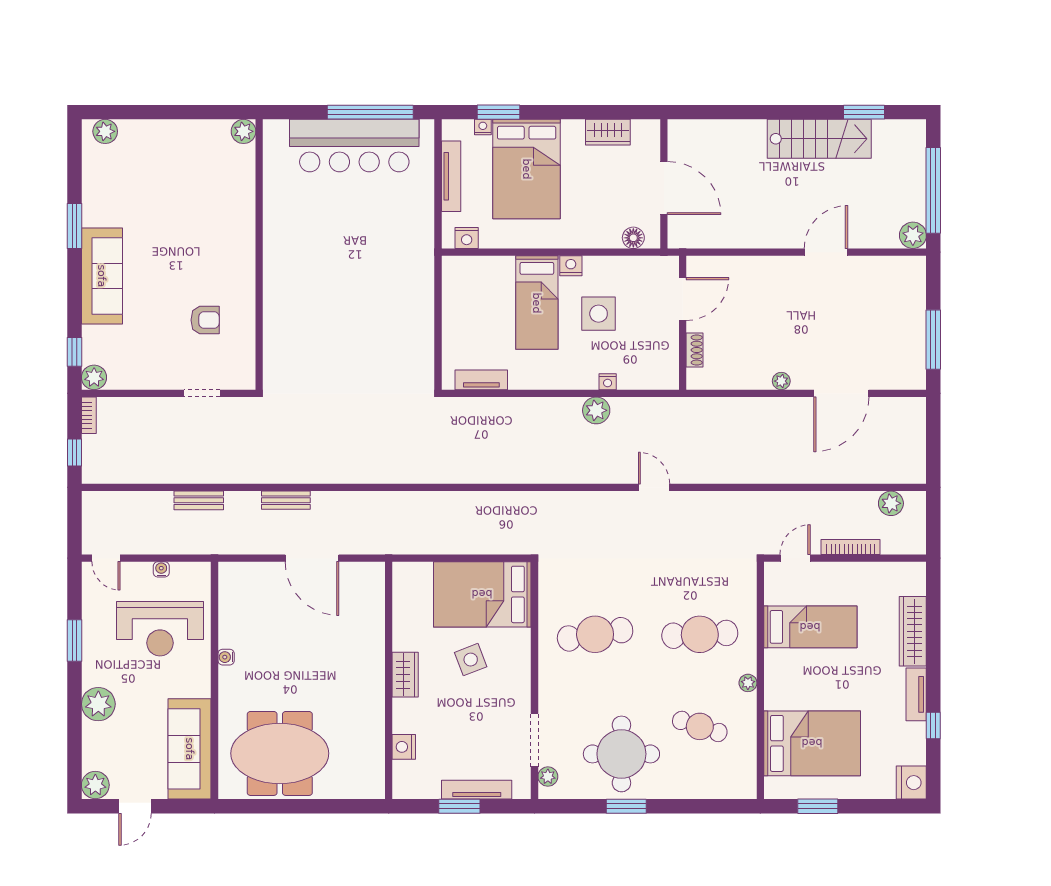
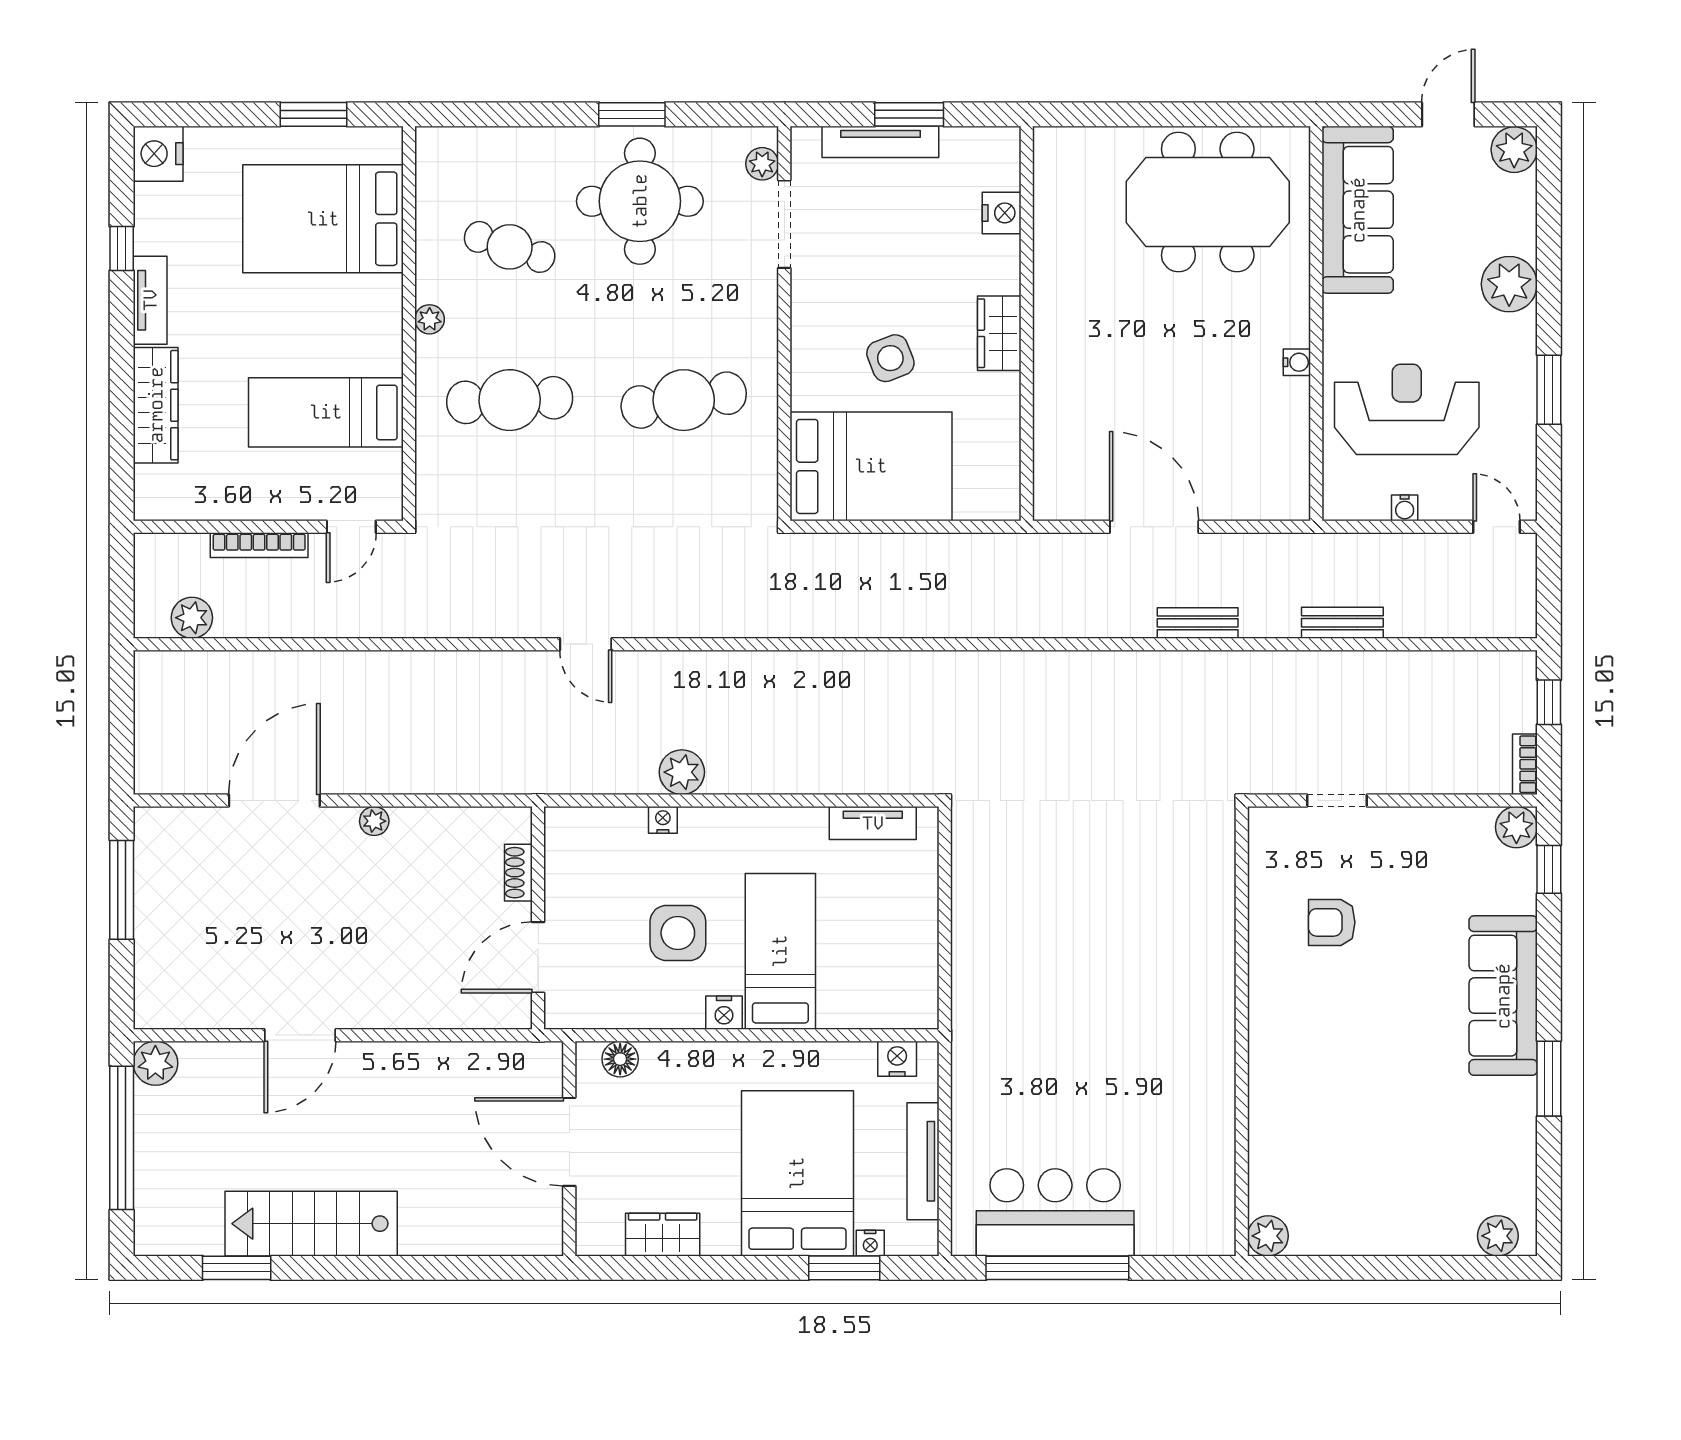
bar counter: (354, 146) -> (1055, 1212), width x0.73

